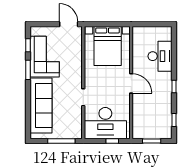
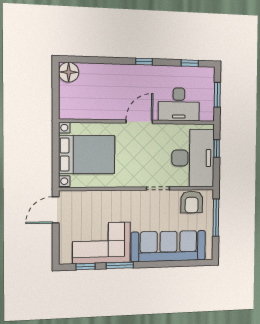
floor lamp: (165, 33) -> (69, 72), added
desk: (160, 56) -> (179, 104), moved, turned 180
armchair: (73, 123) -> (192, 202), added

